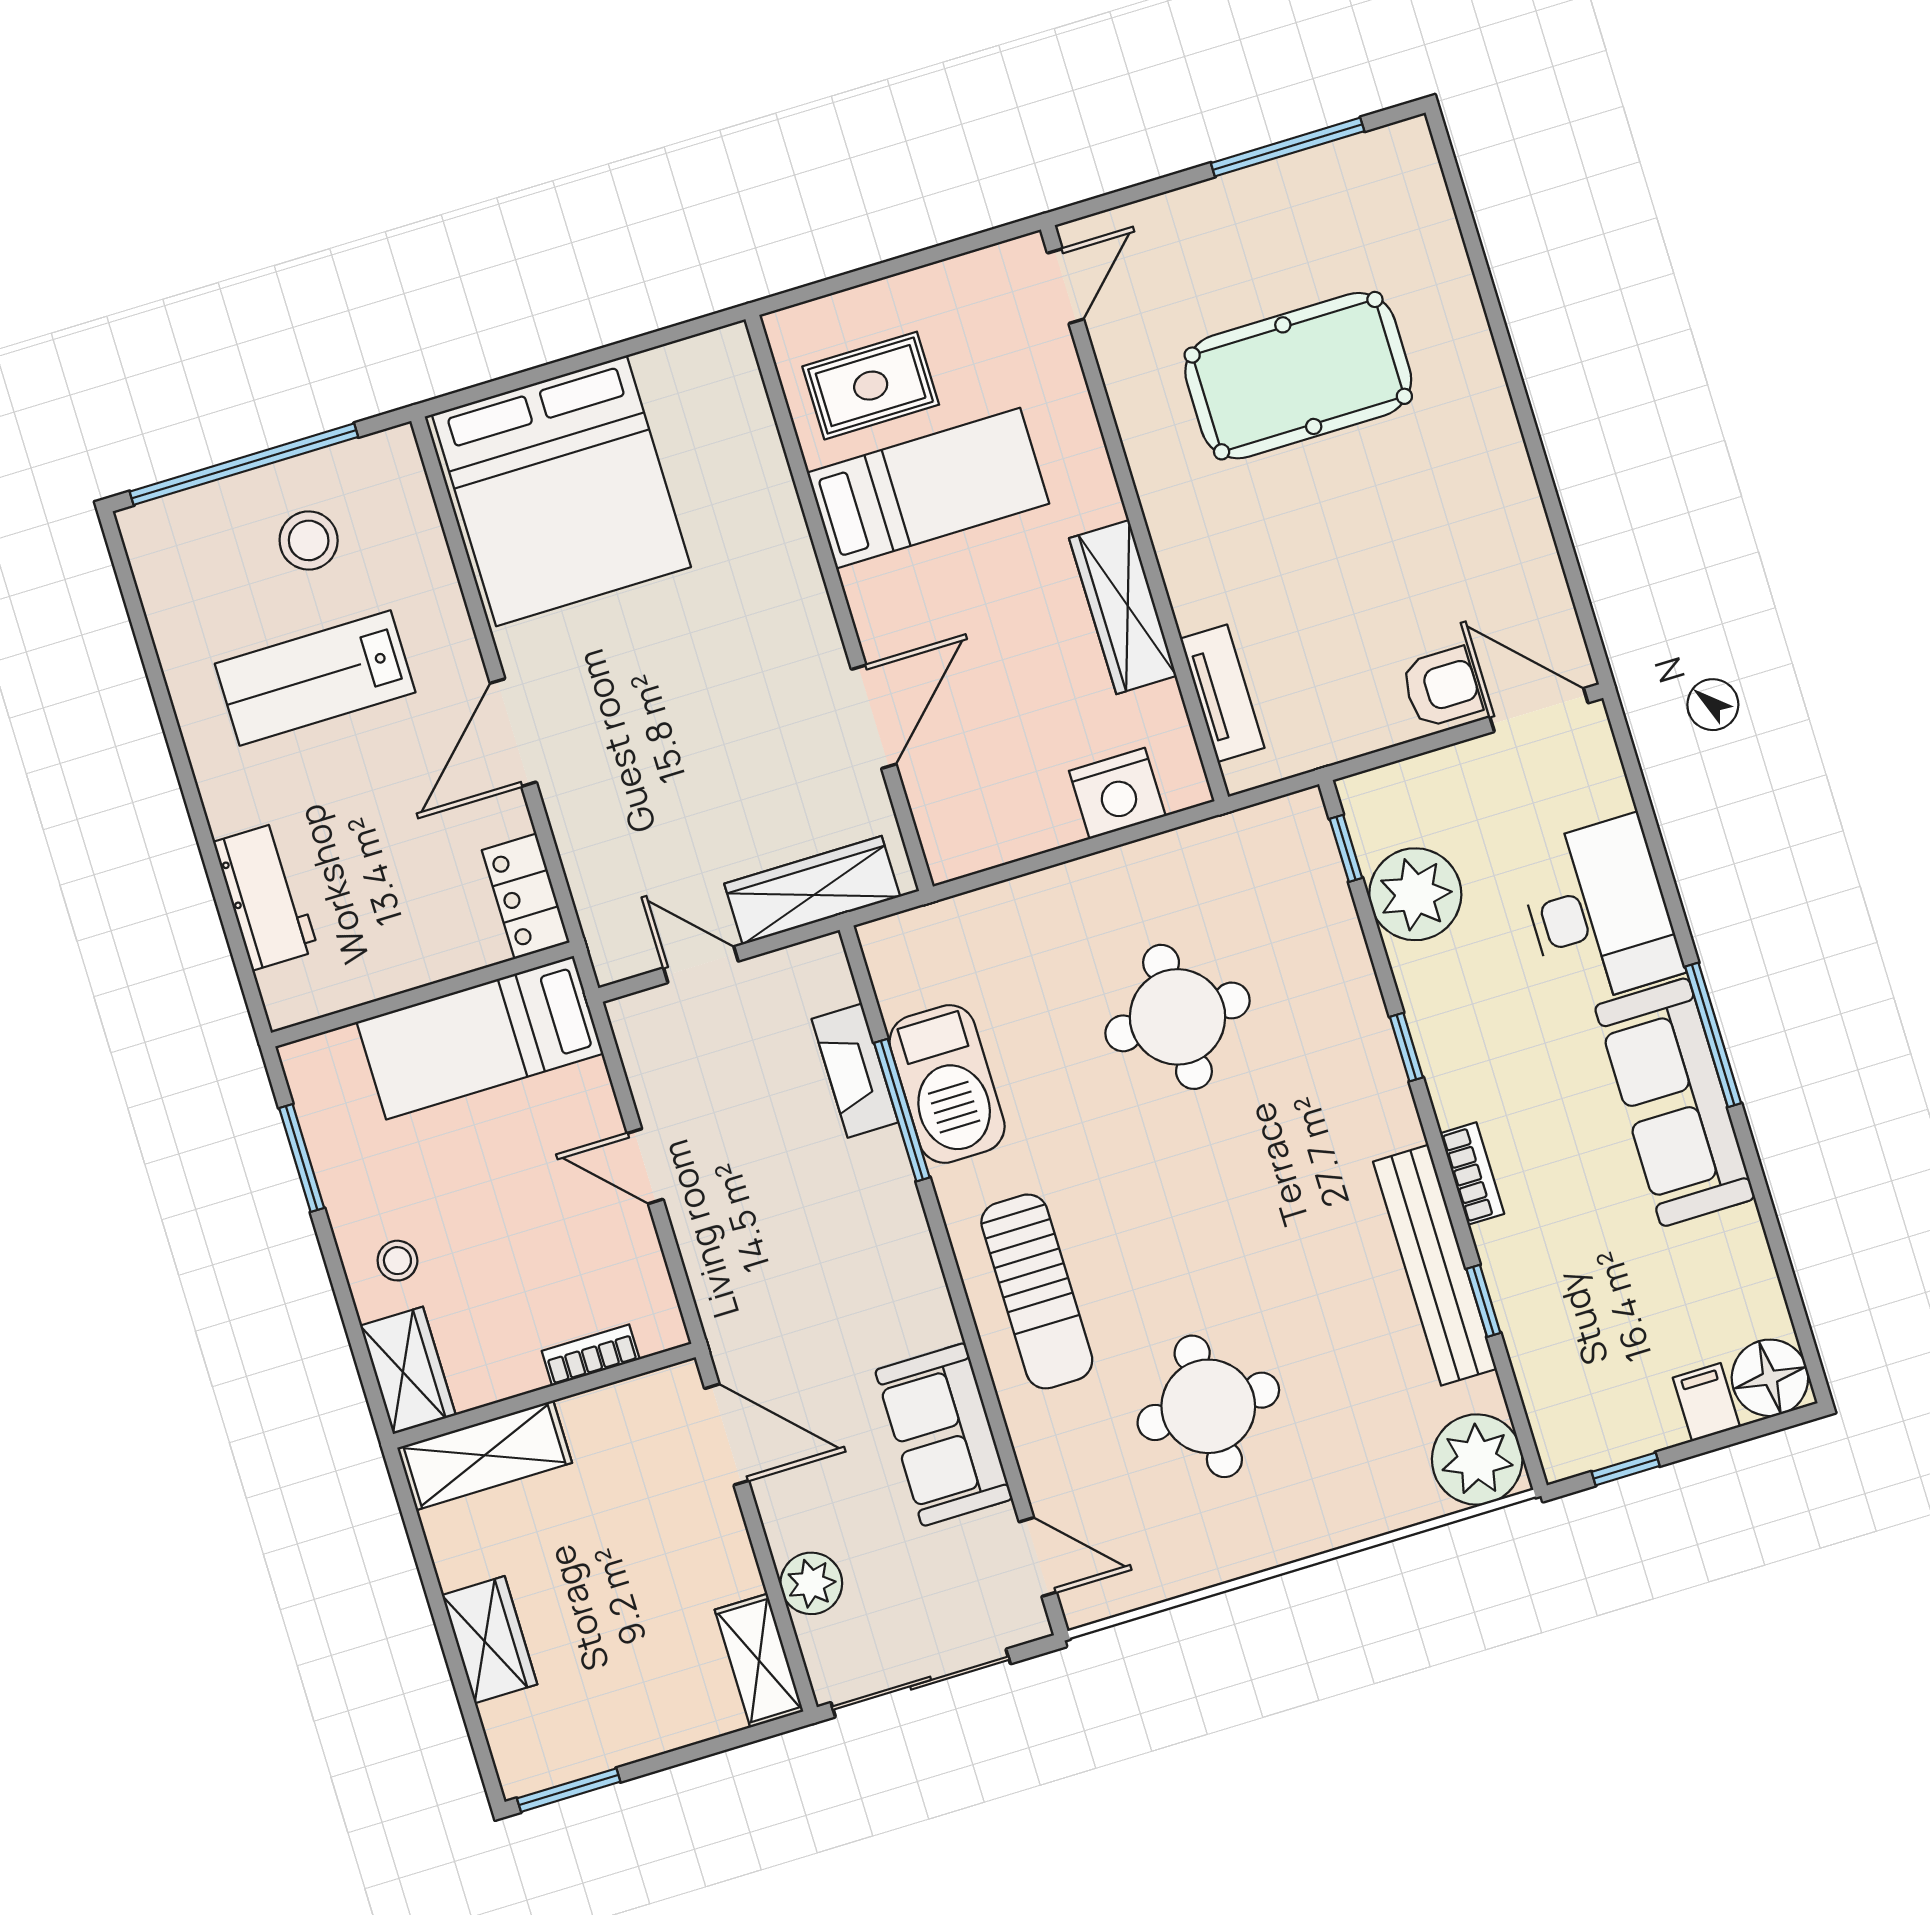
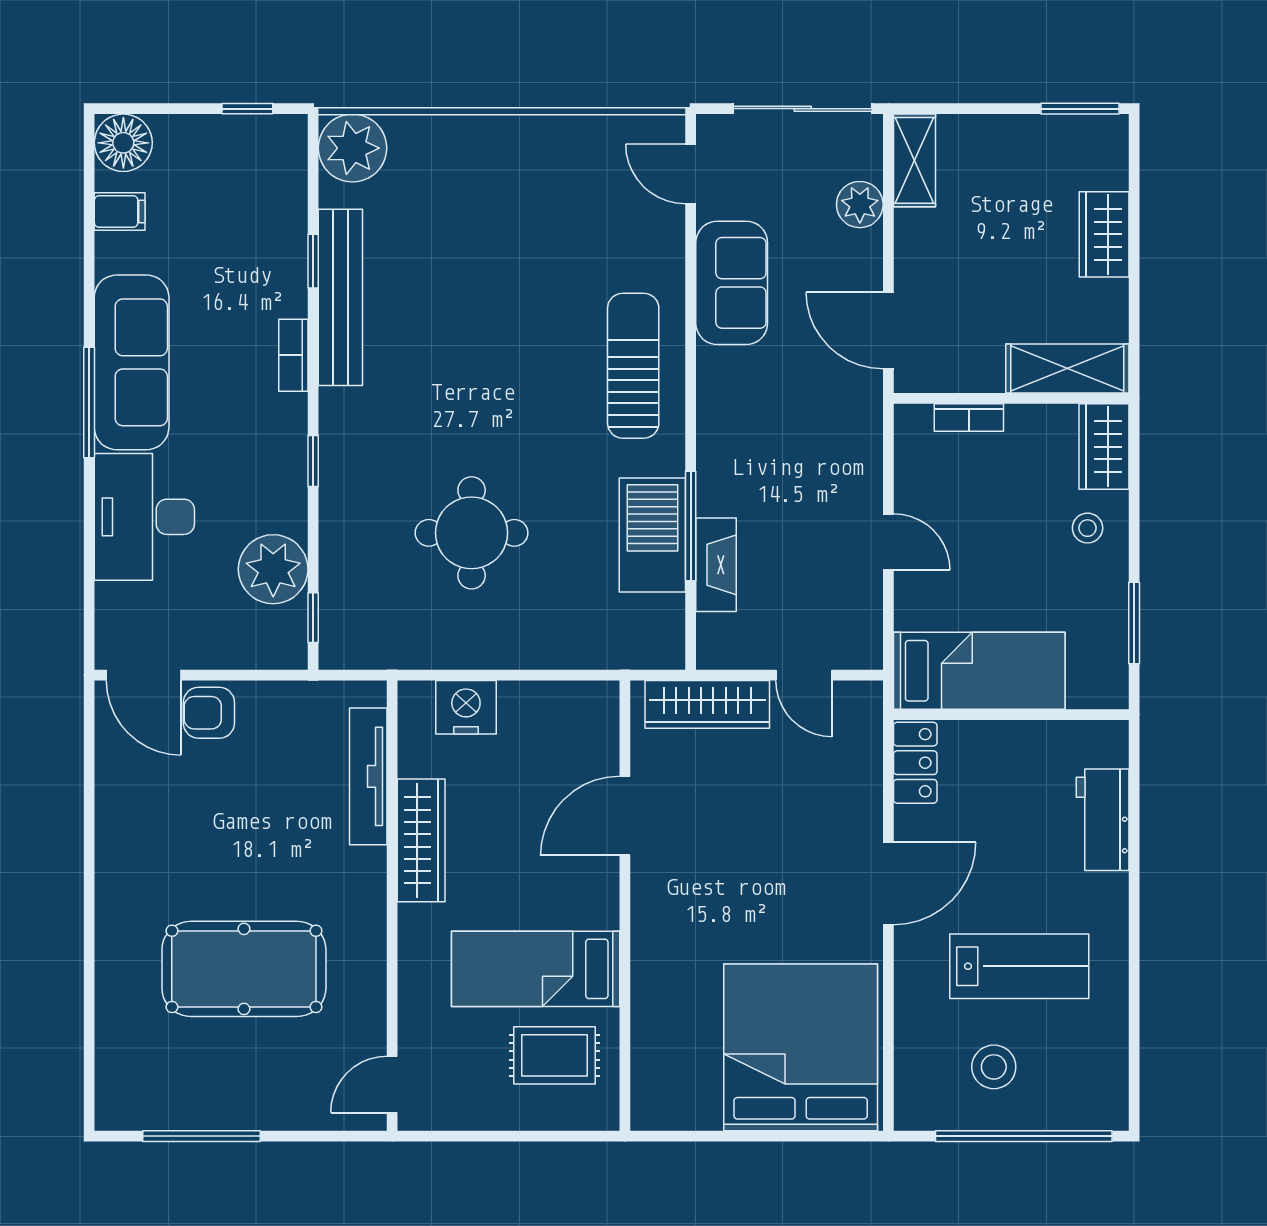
tv unit: (1222, 693) -> (368, 776), width x1.41
filing cabinet: (1706, 1402) -> (120, 212), moved, turned -90
round table: (1208, 1406) -> (535, 245), removed

